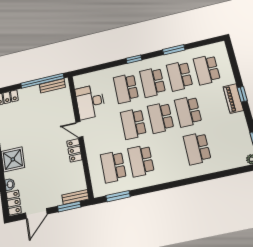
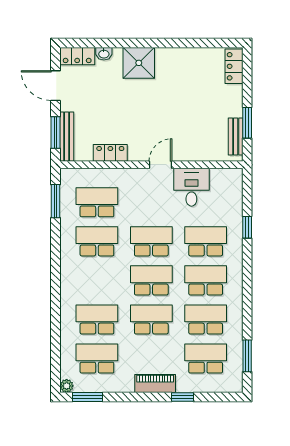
window: (174, 50) -> (247, 356), moved
window: (134, 59) -> (247, 227), moved
window: (42, 81) -> (247, 123), width x0.47
window: (242, 94) -> (183, 397), moved
desk: (90, 102) -> (191, 187), width x0.73
school desk: (226, 142) -> (97, 359), added
locker: (74, 150) -> (110, 153), moved
bench: (75, 197) -> (67, 137), width x1.36

